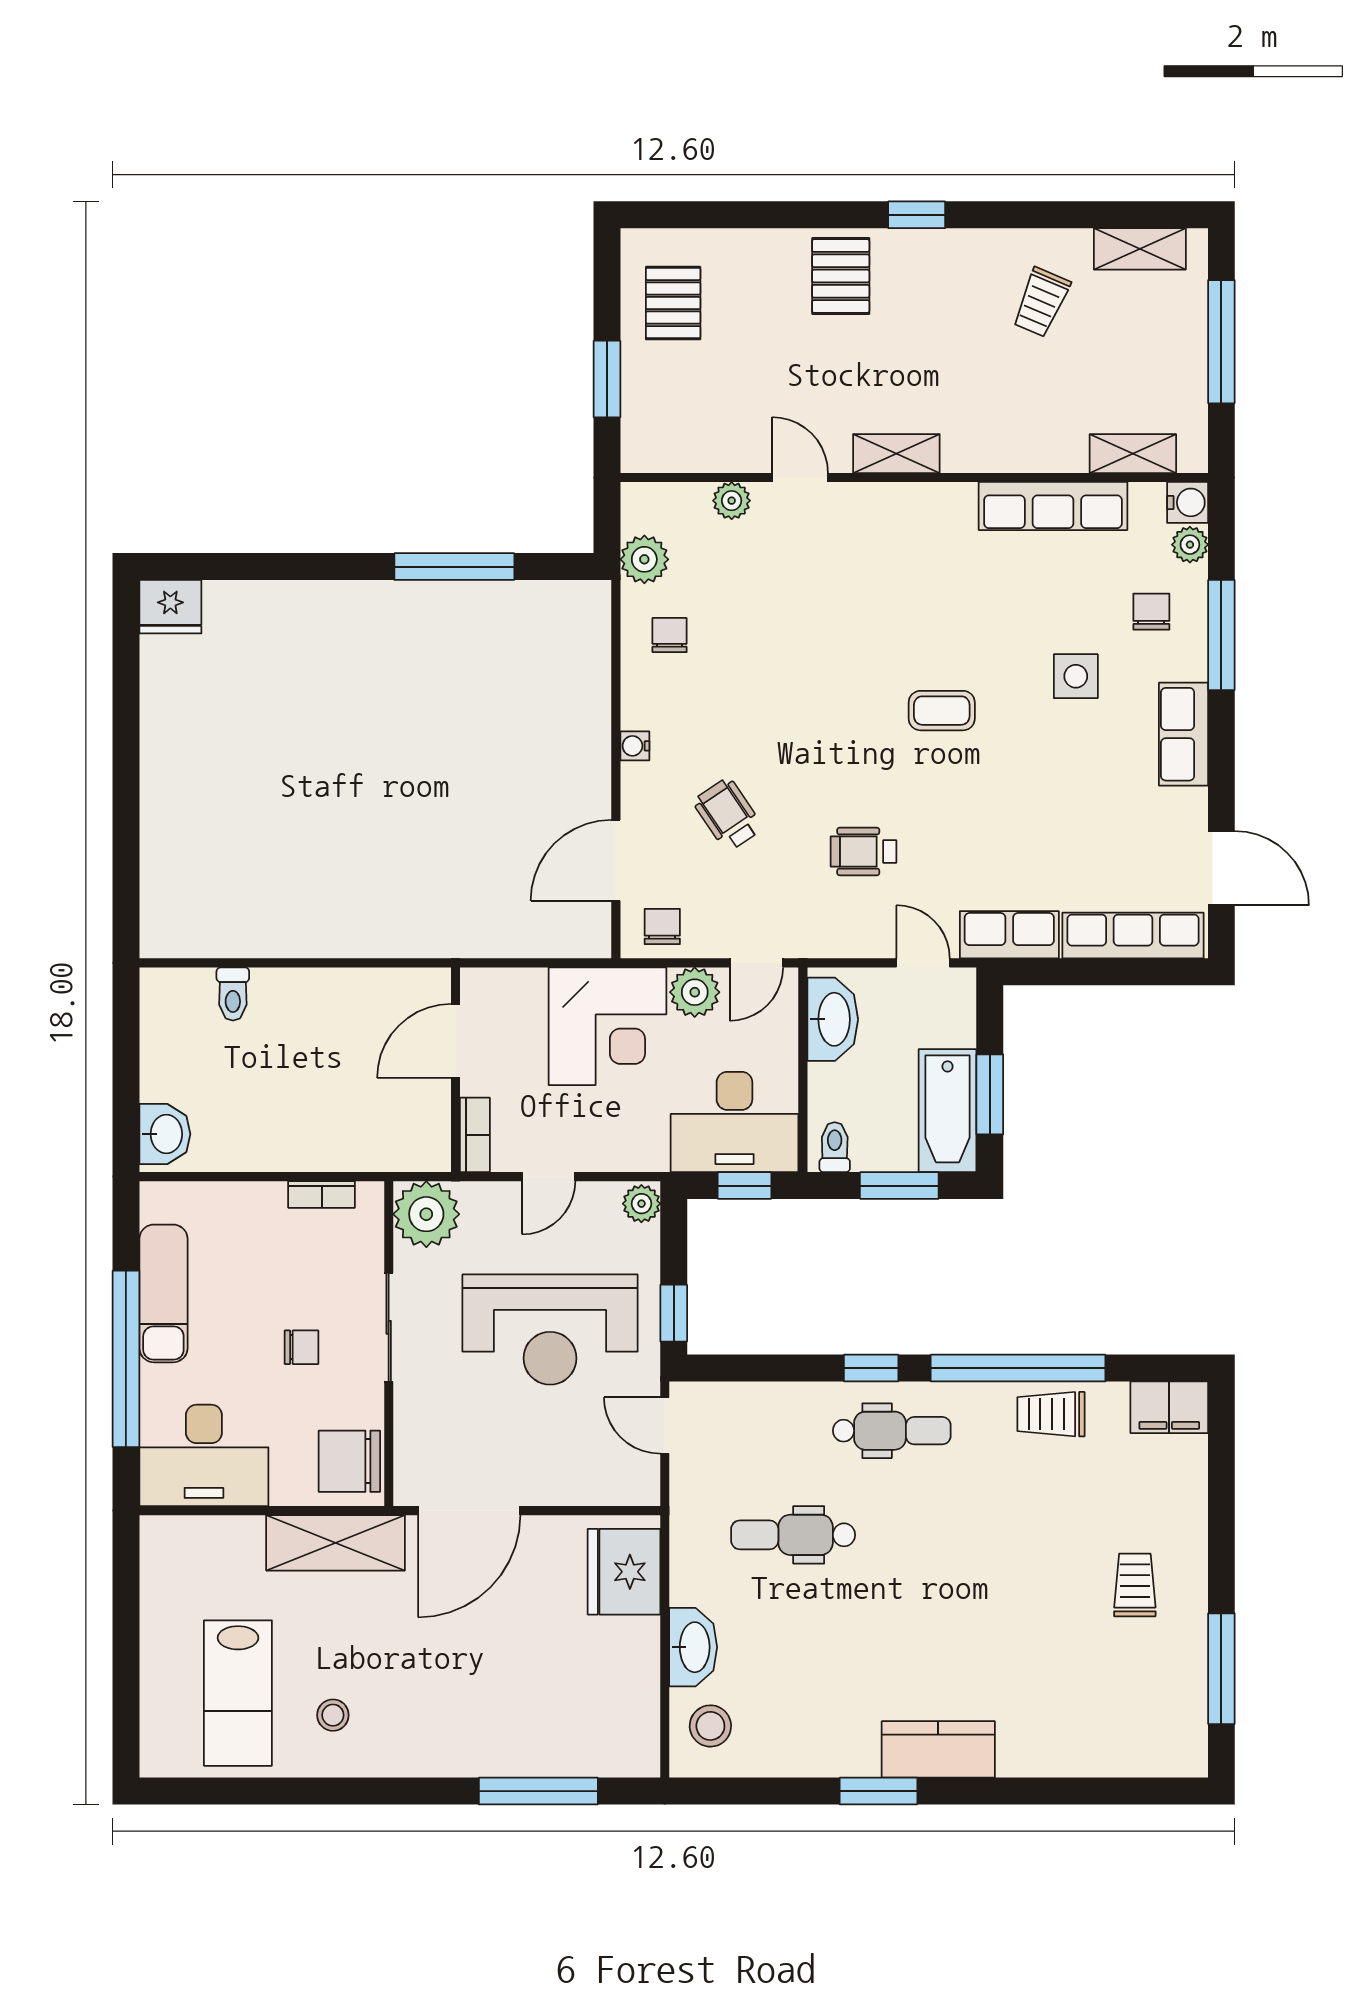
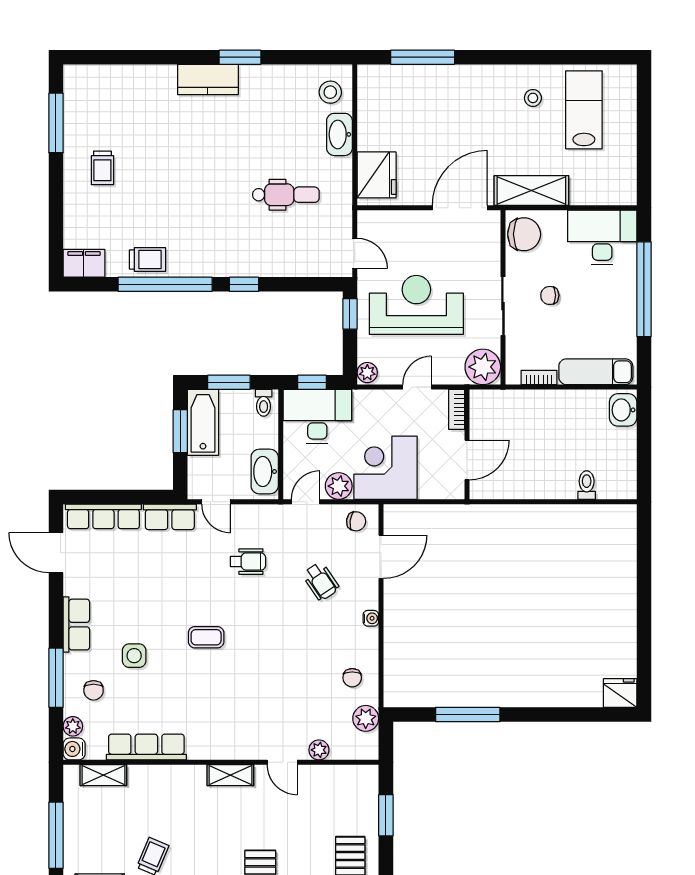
chair: (662, 926) -> (356, 521), turned -82
exam couch: (163, 1293) -> (596, 372), moved, turned 90
dental chair: (892, 1431) -> (233, 251), removed

